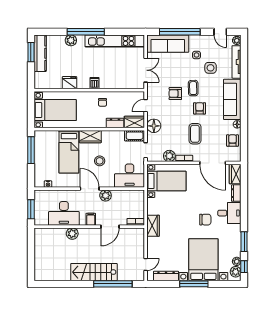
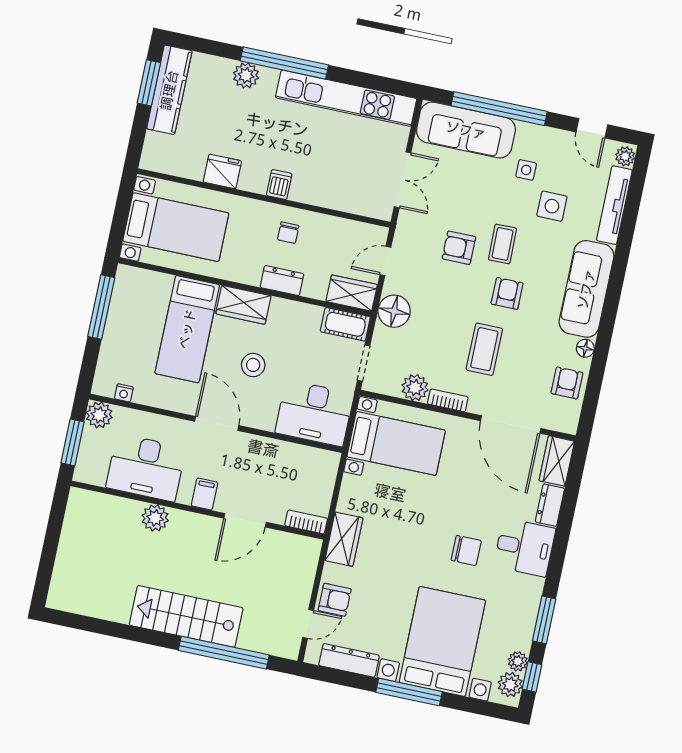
dresser: (115, 123) -> (282, 281), moved
plant: (106, 195) -> (99, 415), moved
armchair: (155, 252) -> (335, 600), added

